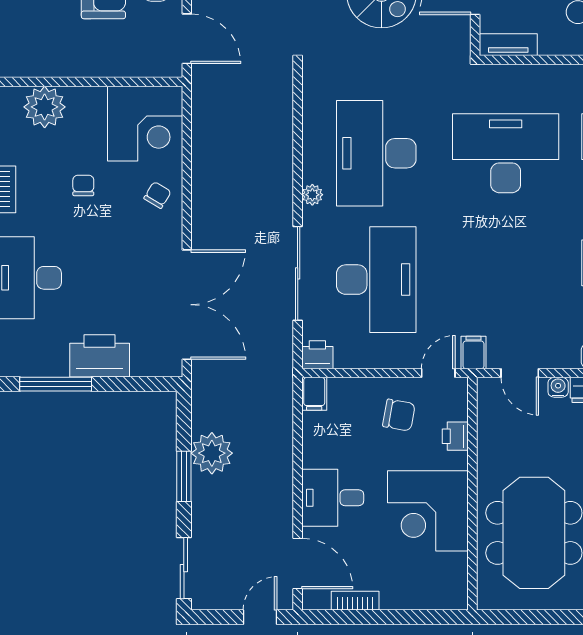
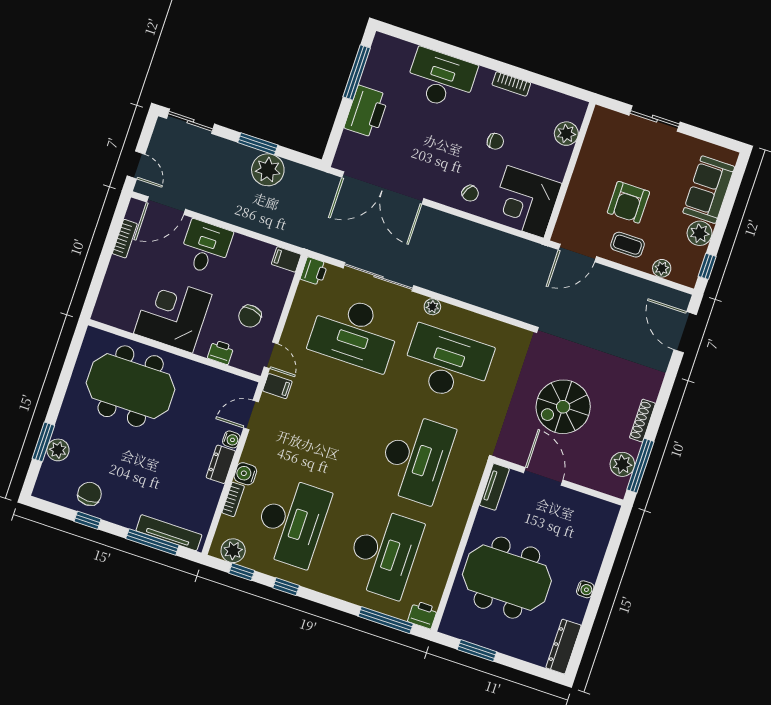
plant: (45, 107) -> (566, 134), width x0.73, depth x0.73

